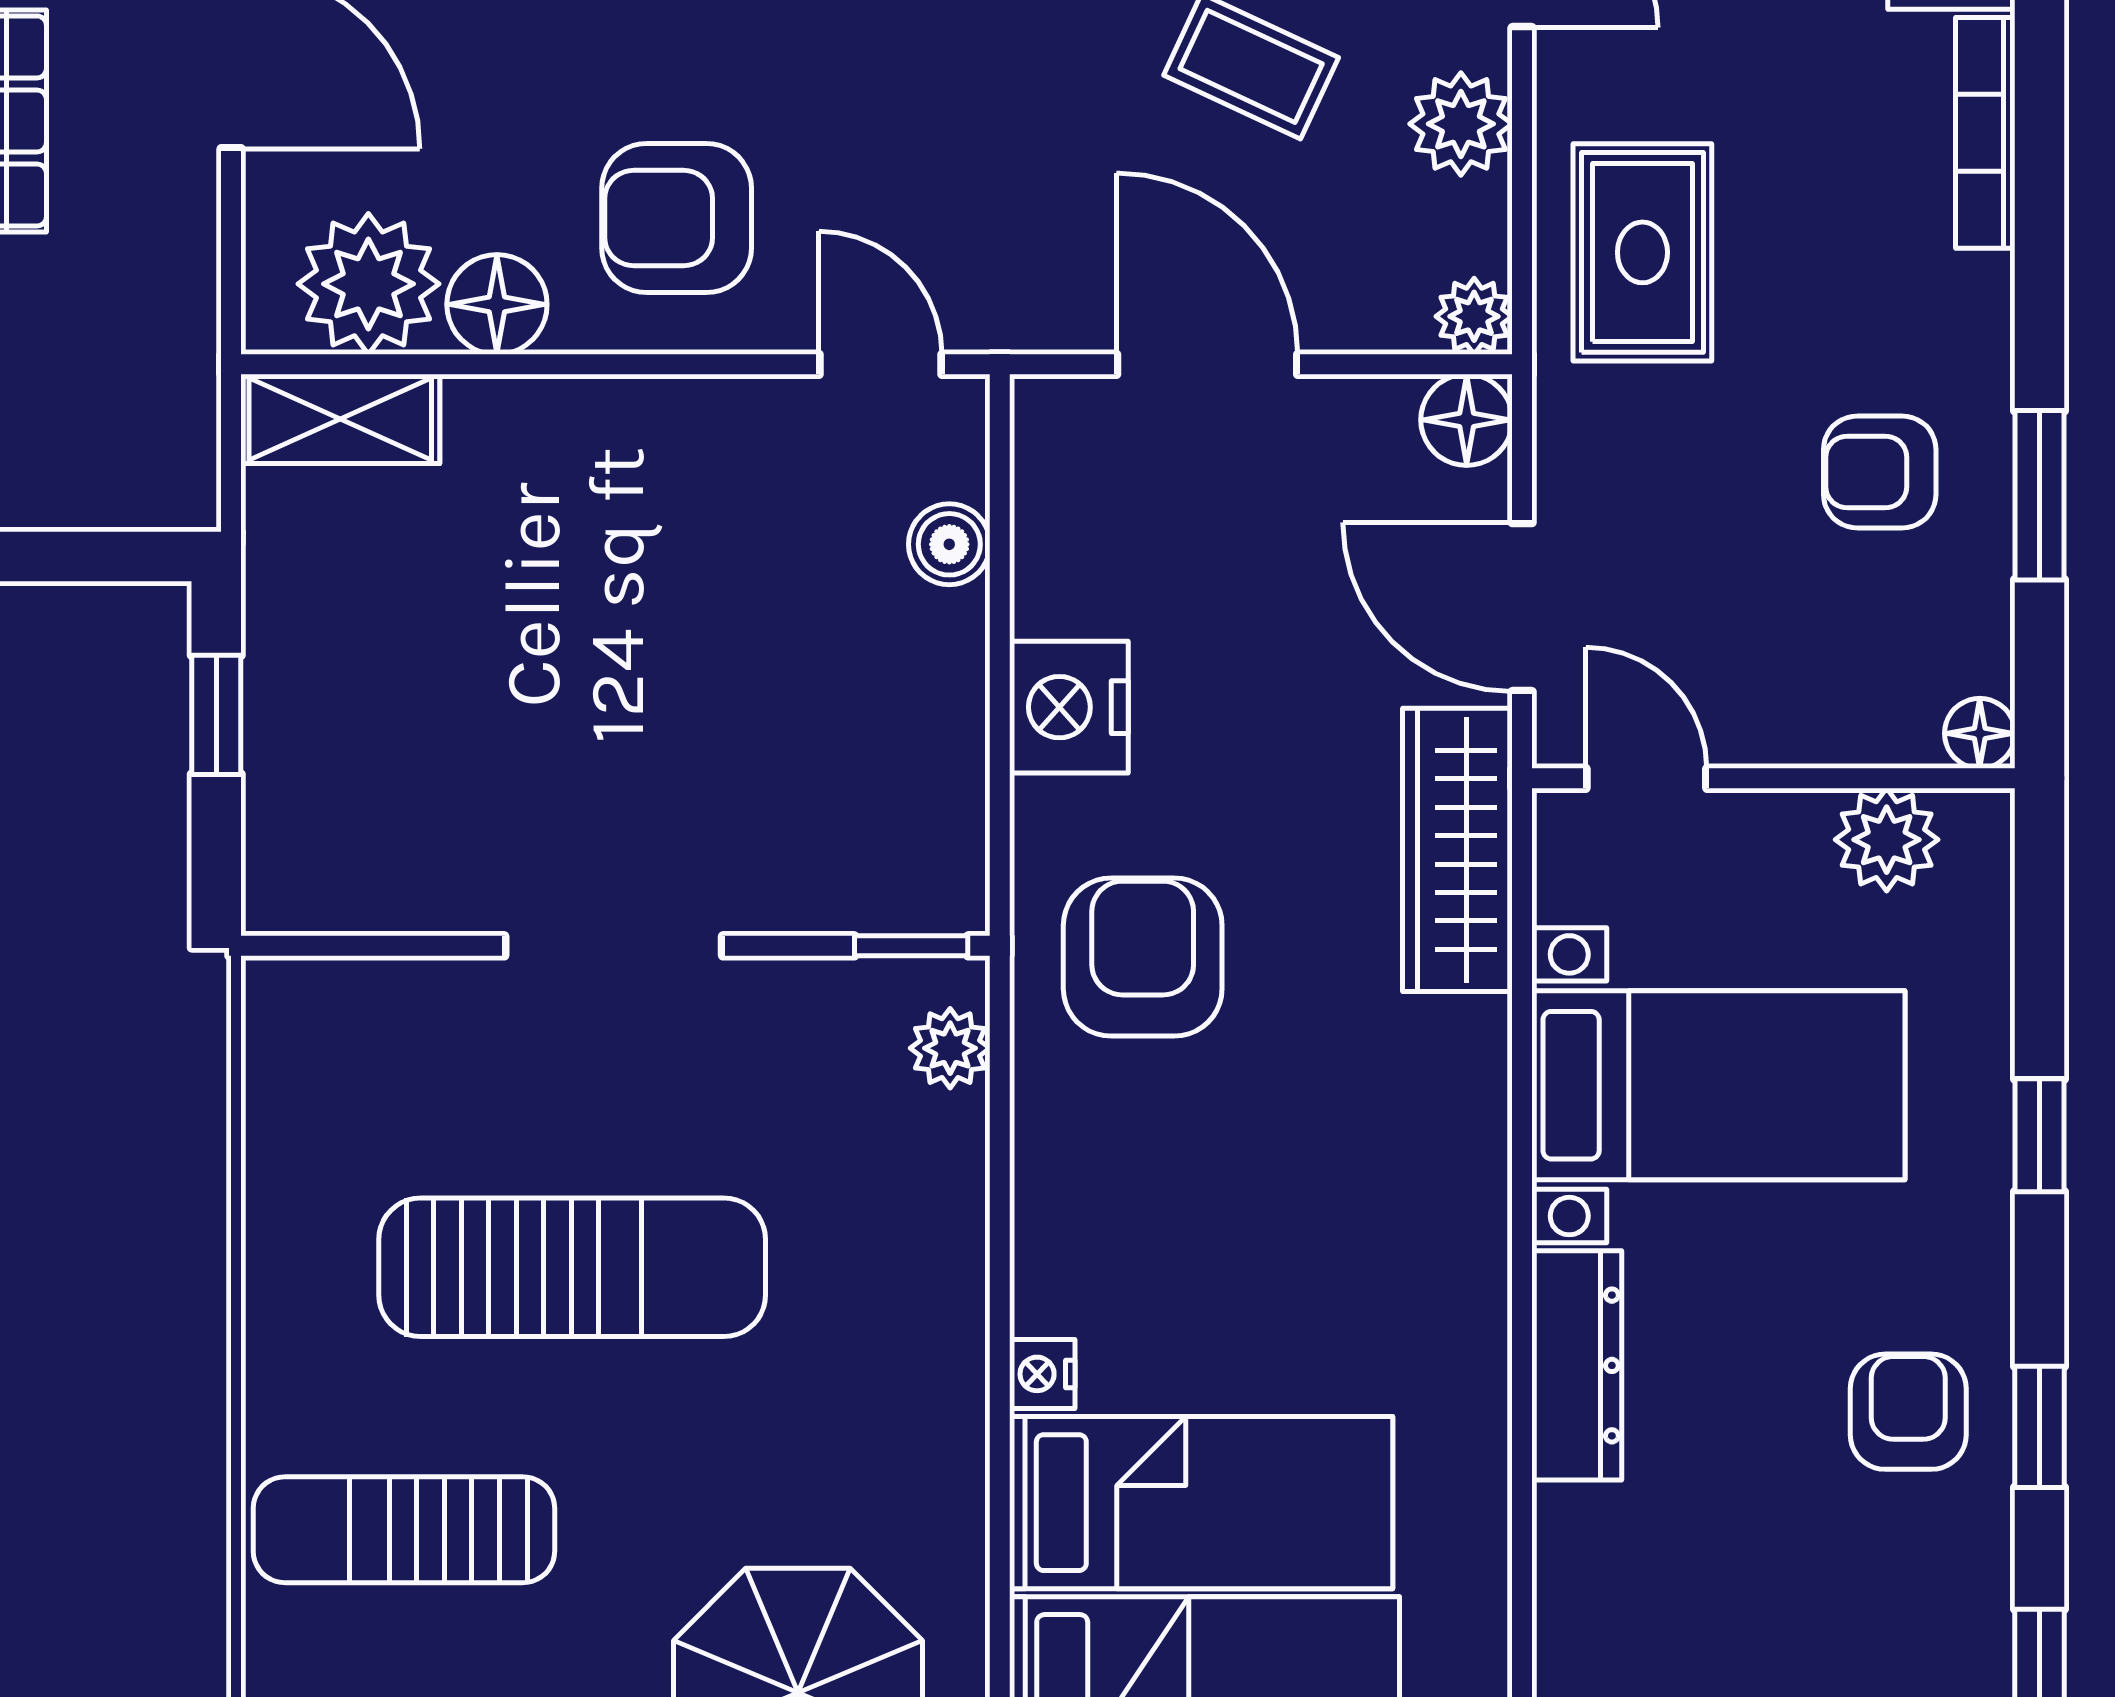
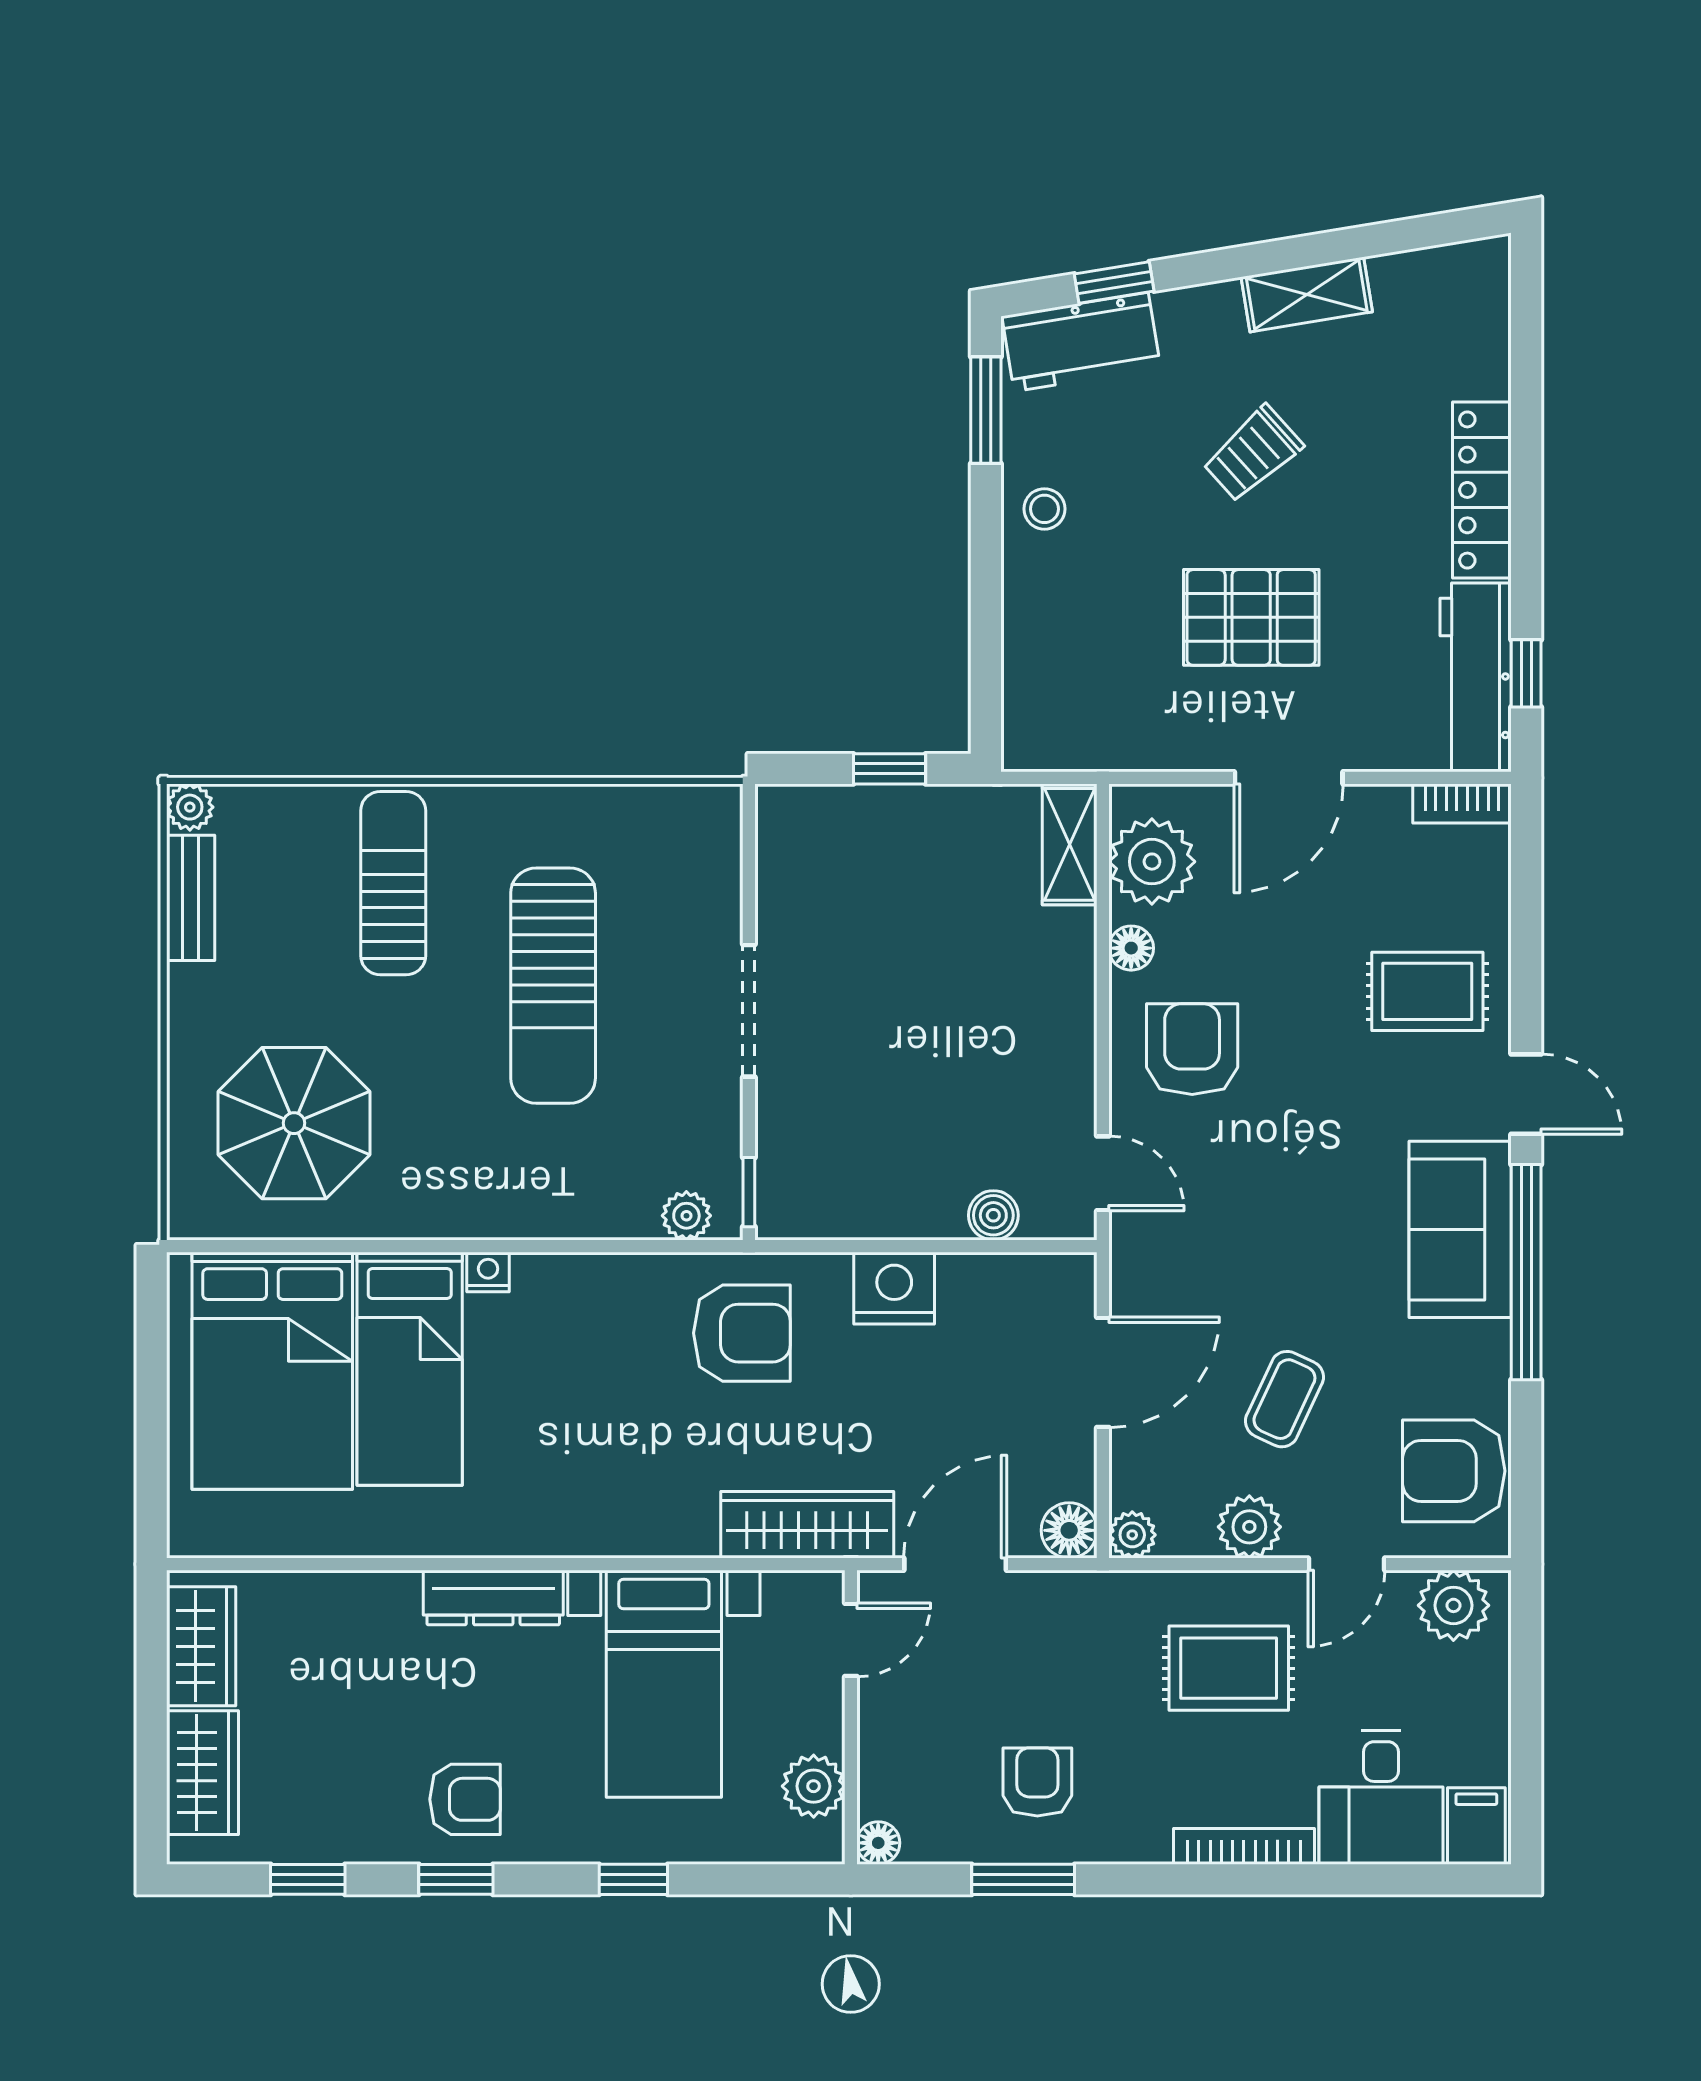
rug: (1642, 252) -> (1229, 1668), moved
floor lamp: (497, 304) -> (1131, 948), width x0.73, depth x0.73
door: (880, 364) -> (1103, 1173), hinge flipped

